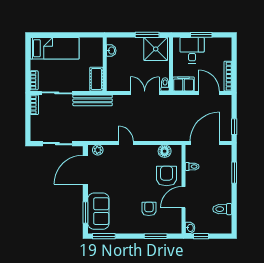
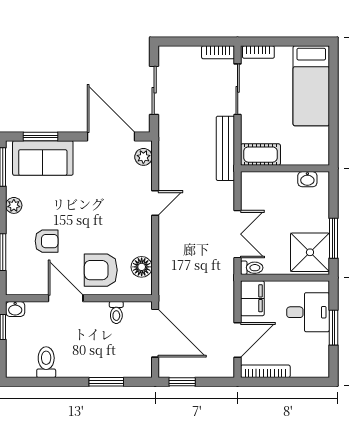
armchair: (167, 176) -> (101, 270), turned 180
plant: (127, 229) -> (14, 205), added

